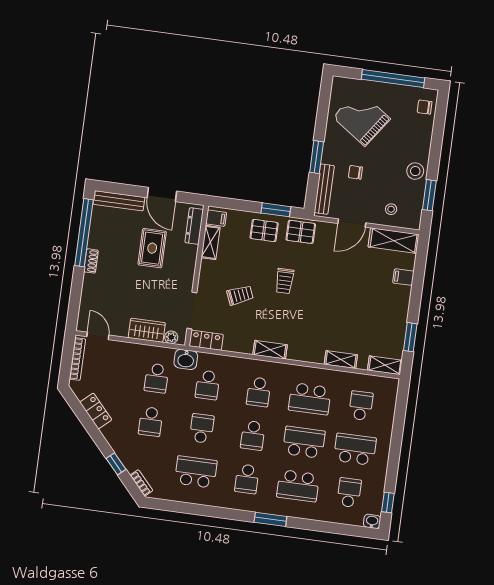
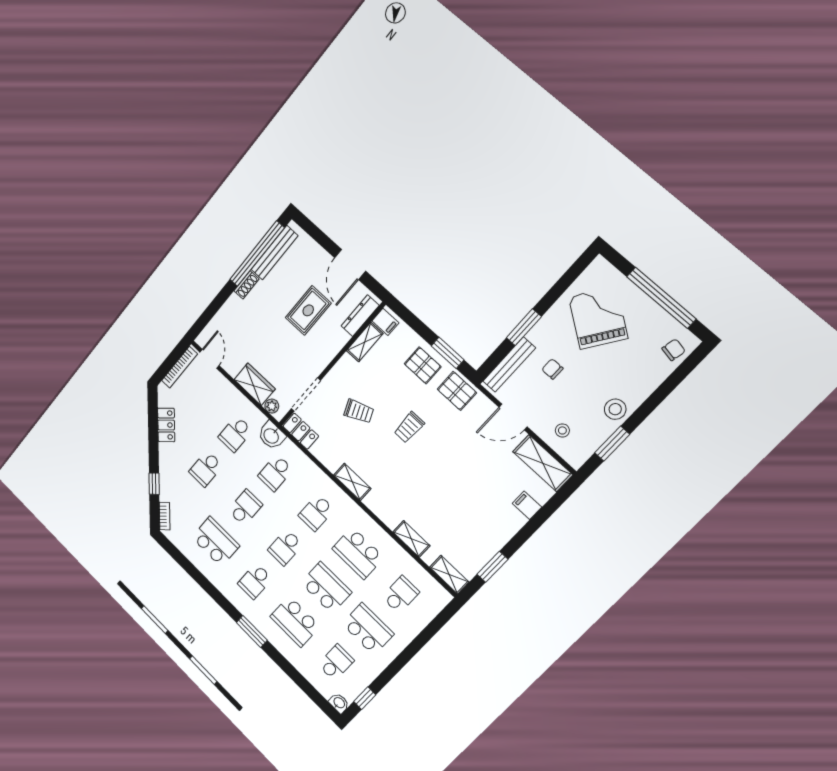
chair: (425, 107) -> (674, 350), turned 101
bench: (119, 201) -> (274, 253), moved, turned 90

